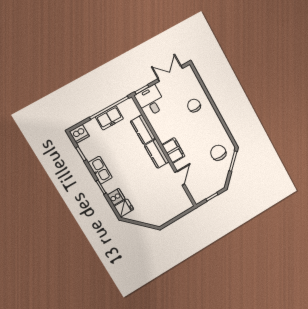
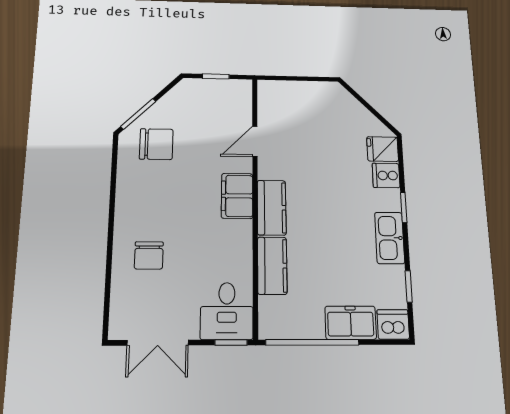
freezer: (109, 118) -> (351, 323), moved
chair: (218, 153) -> (156, 144), turned -90

